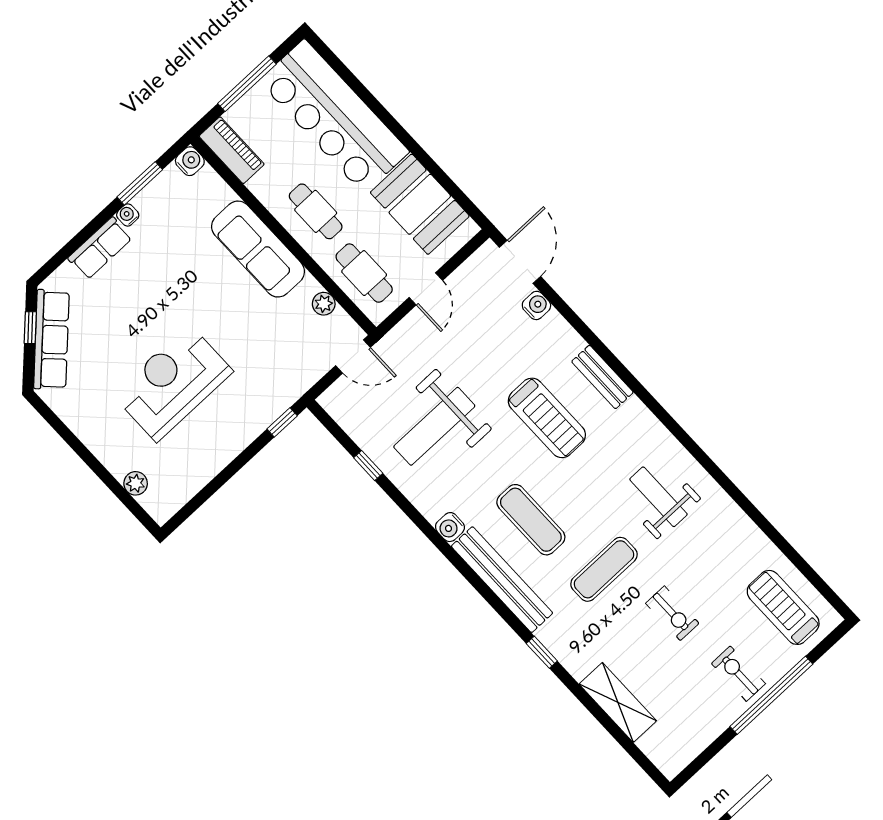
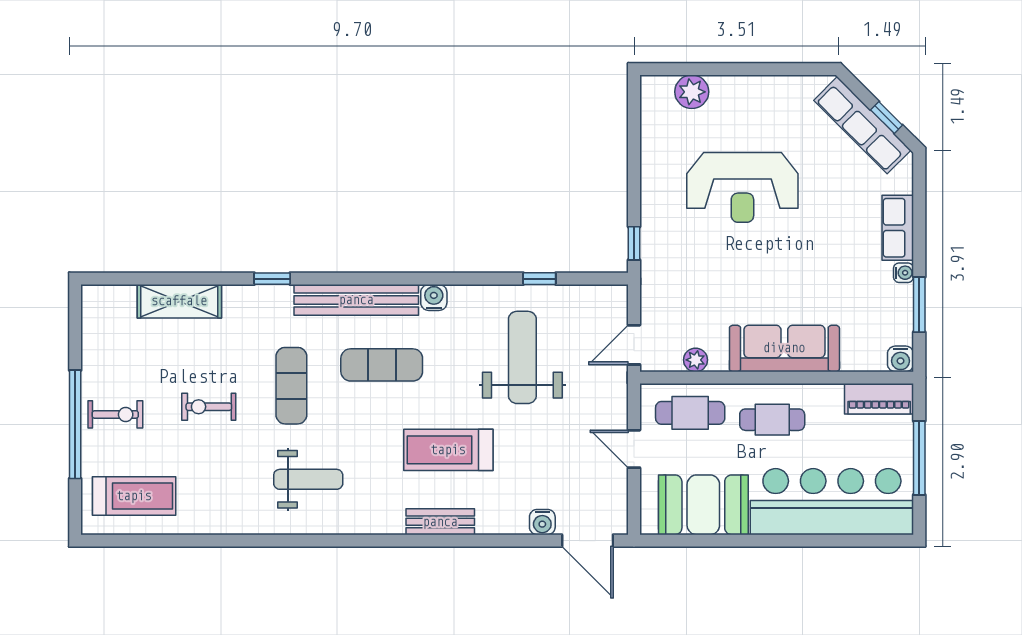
reception desk: (173, 383) -> (742, 187), turned 90
plant: (136, 483) -> (692, 92), width x1.38, depth x1.38

